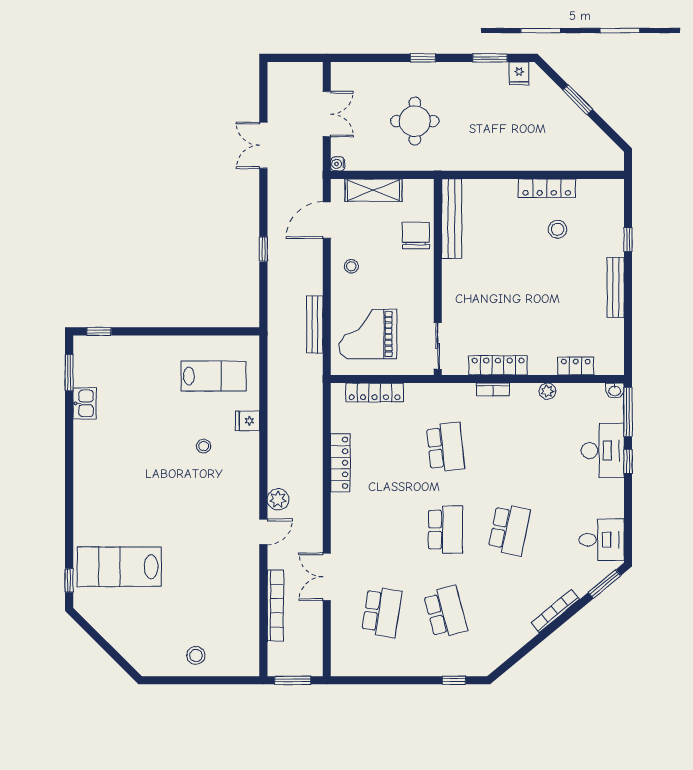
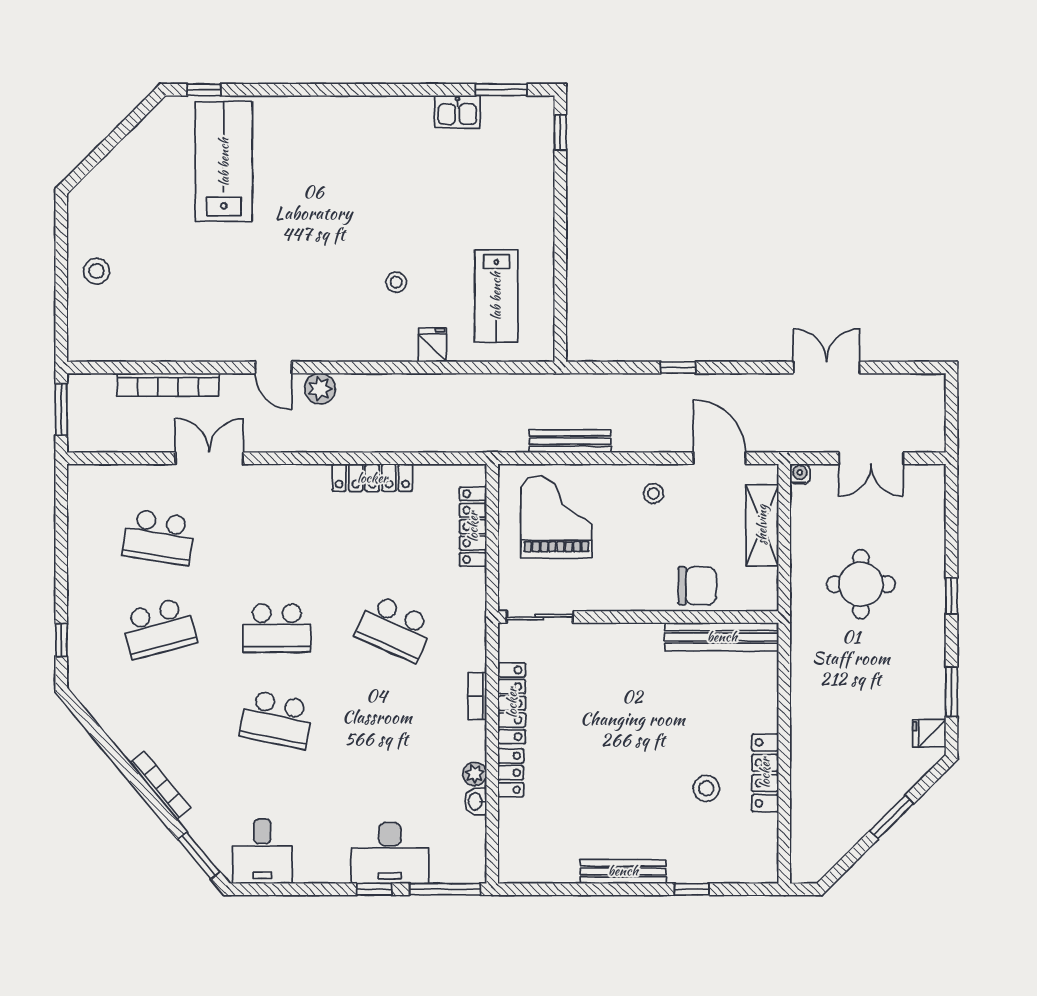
locker: (576, 366) -> (511, 773), moved
washbasin: (615, 391) -> (476, 801), moved
school desk: (446, 447) -> (395, 628), turned 30

